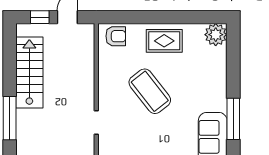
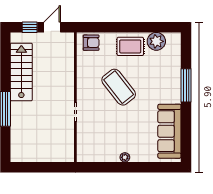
plant: (216, 35) -> (156, 41), moved
window: (233, 119) -> (186, 85), moved

